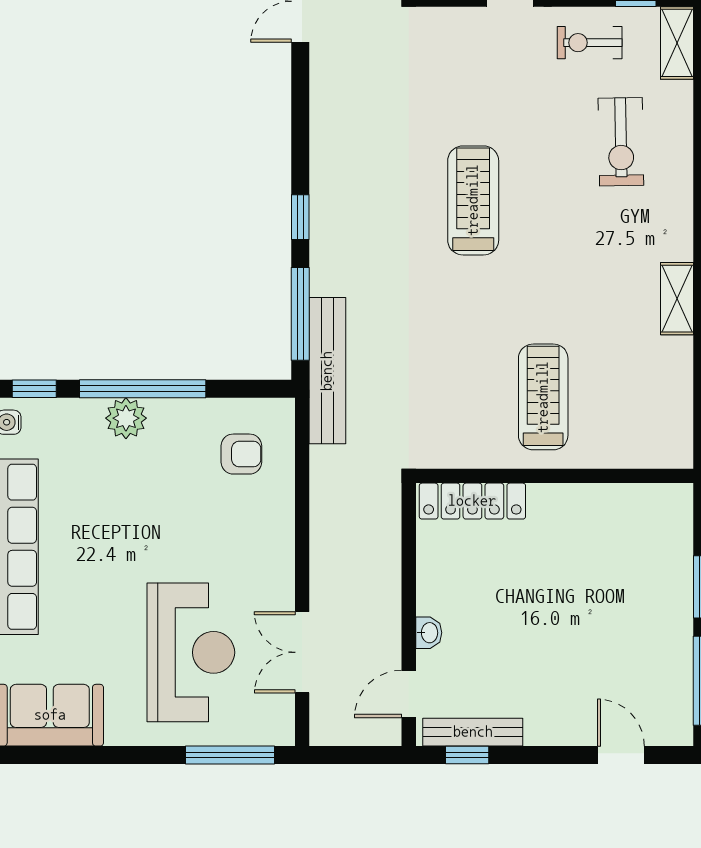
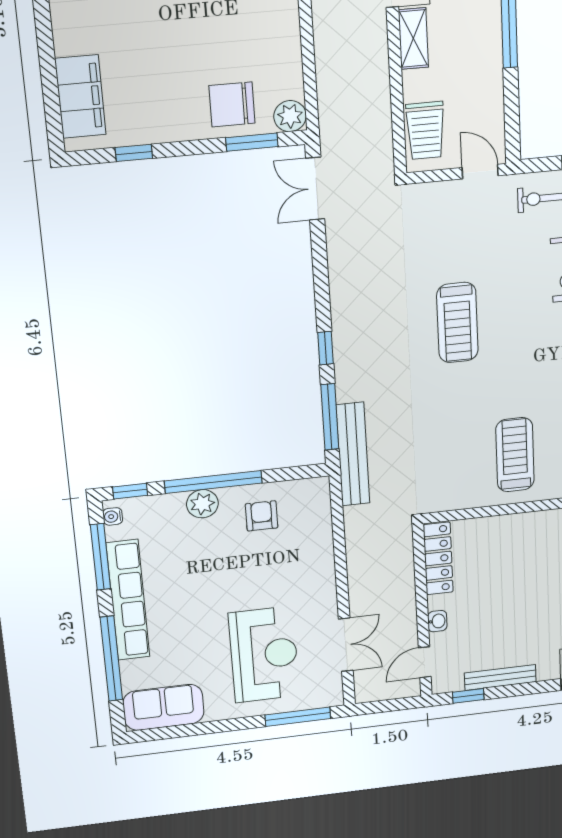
treadmill: (473, 200) -> (457, 323), turned 180
armchair: (241, 454) -> (262, 516), moved, turned -90
locker: (472, 501) -> (438, 558), moved, turned -90
double door: (302, 652) -> (346, 645), swing flipped
bench: (473, 732) -> (500, 677), moved

